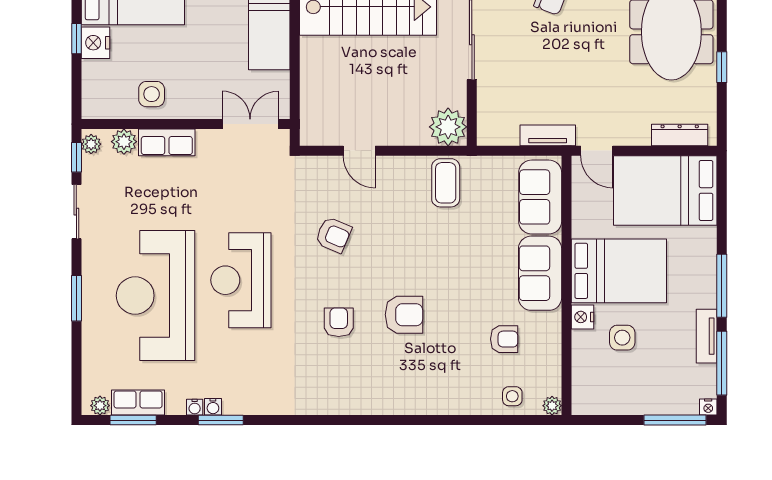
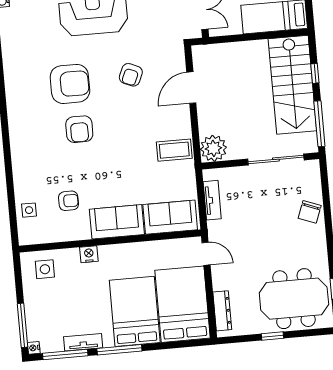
tv unit: (548, 135) -> (212, 200), moved
door: (359, 151) -> (191, 88), width x1.38
door: (597, 151) -> (206, 254), swing flipped
bed: (619, 271) -> (135, 311), moved, turned 180
armchair: (339, 322) -> (70, 84), width x1.88, depth x1.88
side table: (622, 338) -> (45, 269), moved
armchair: (504, 339) -> (69, 201), turned -90
plant: (552, 406) -> (25, 238), removed

